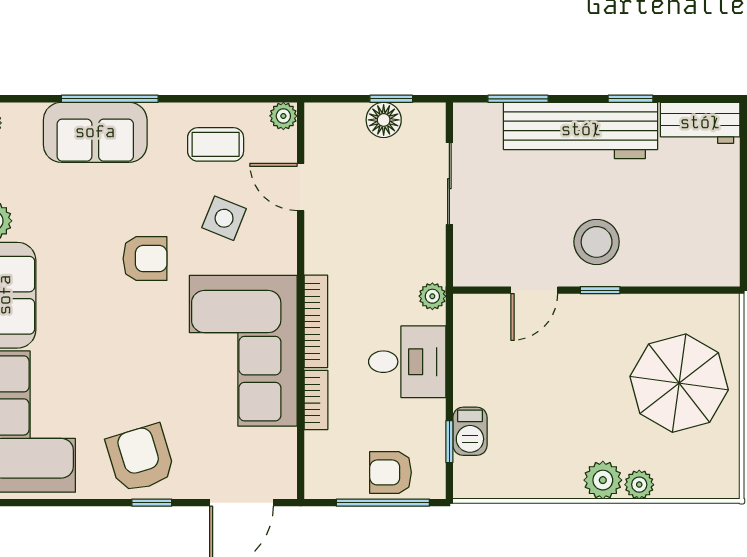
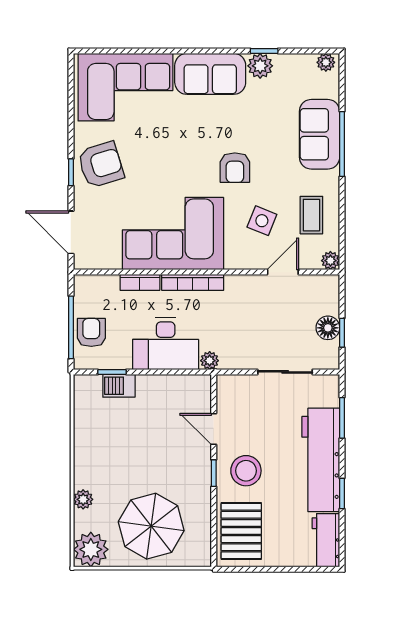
pallet: (686, 249) -> (241, 531), added
desk: (407, 362) -> (166, 344), width x1.37
plant: (603, 480) -> (91, 549), moved, width x1.36, depth x1.36

